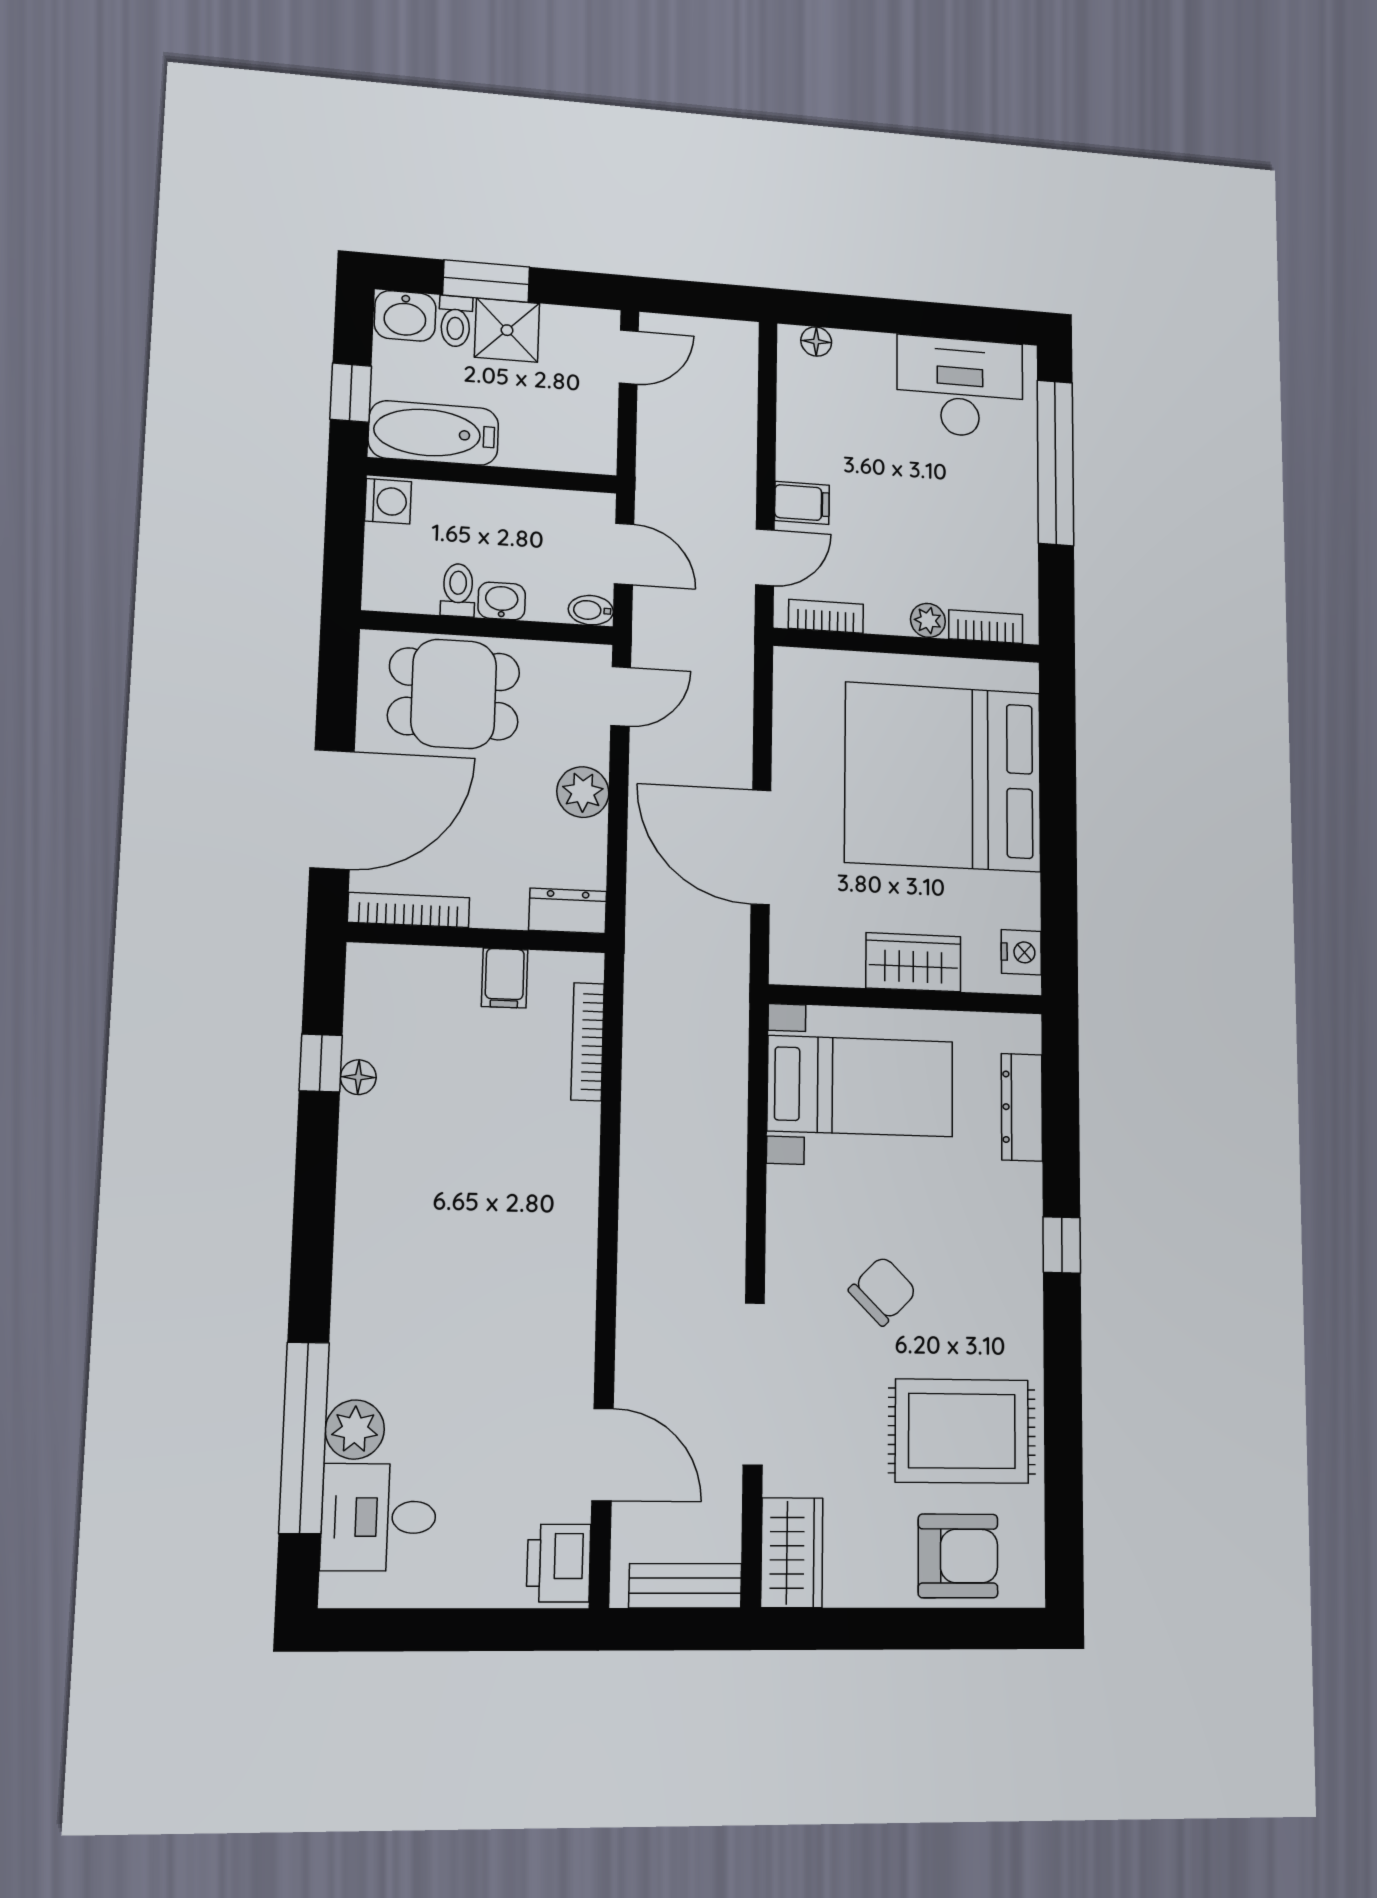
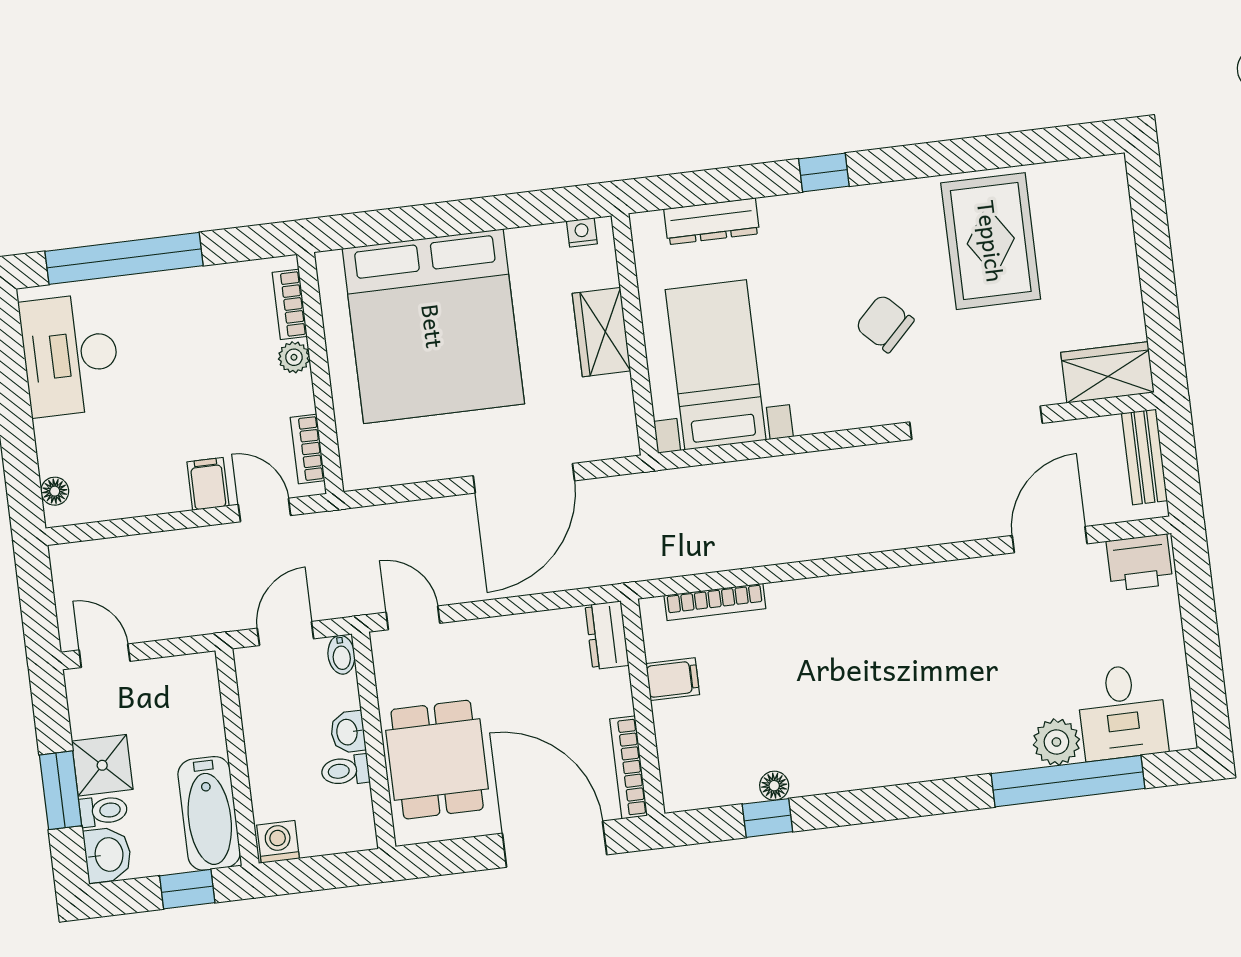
plant: (583, 792) -> (503, 638), removed
nightstand: (1021, 952) -> (582, 232), width x0.72, depth x0.74
armchair: (958, 1556) -> (1092, 232), removed

